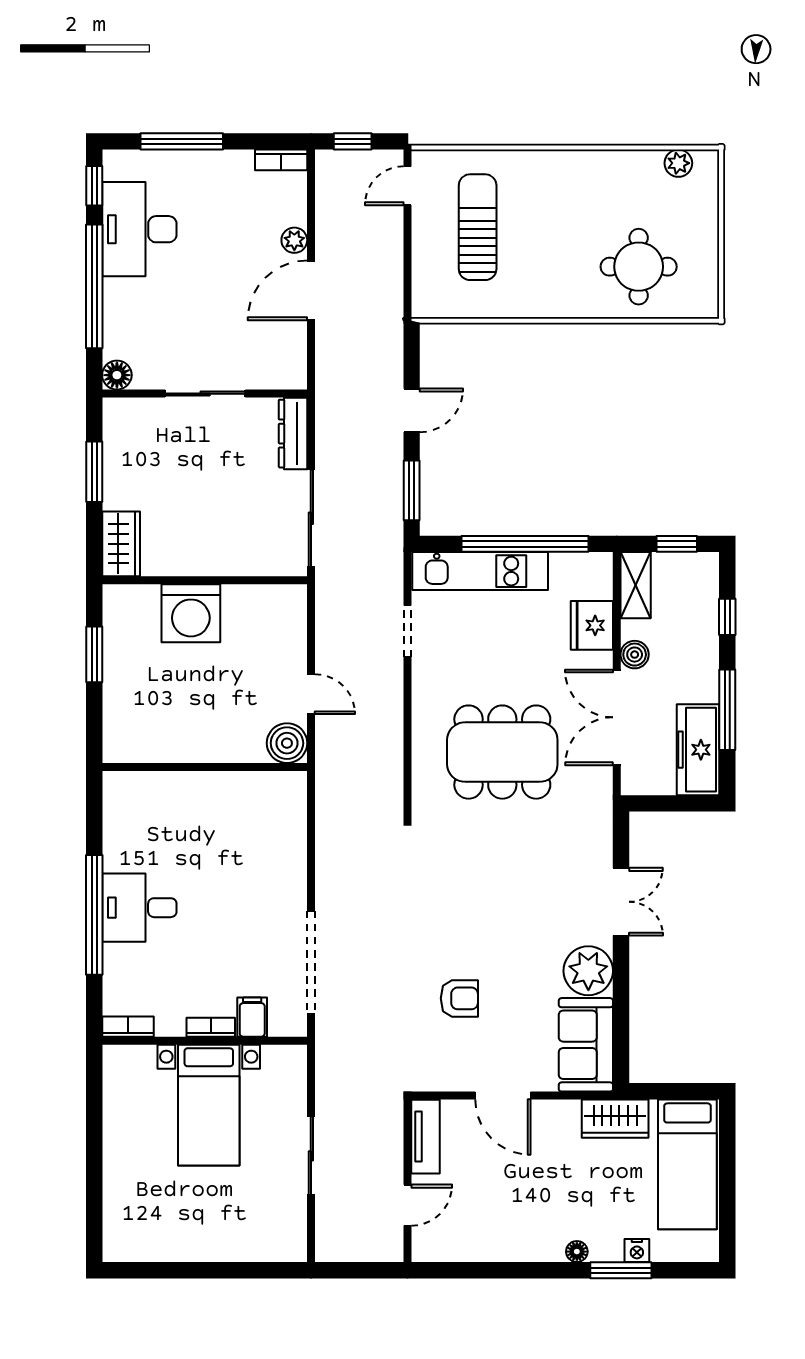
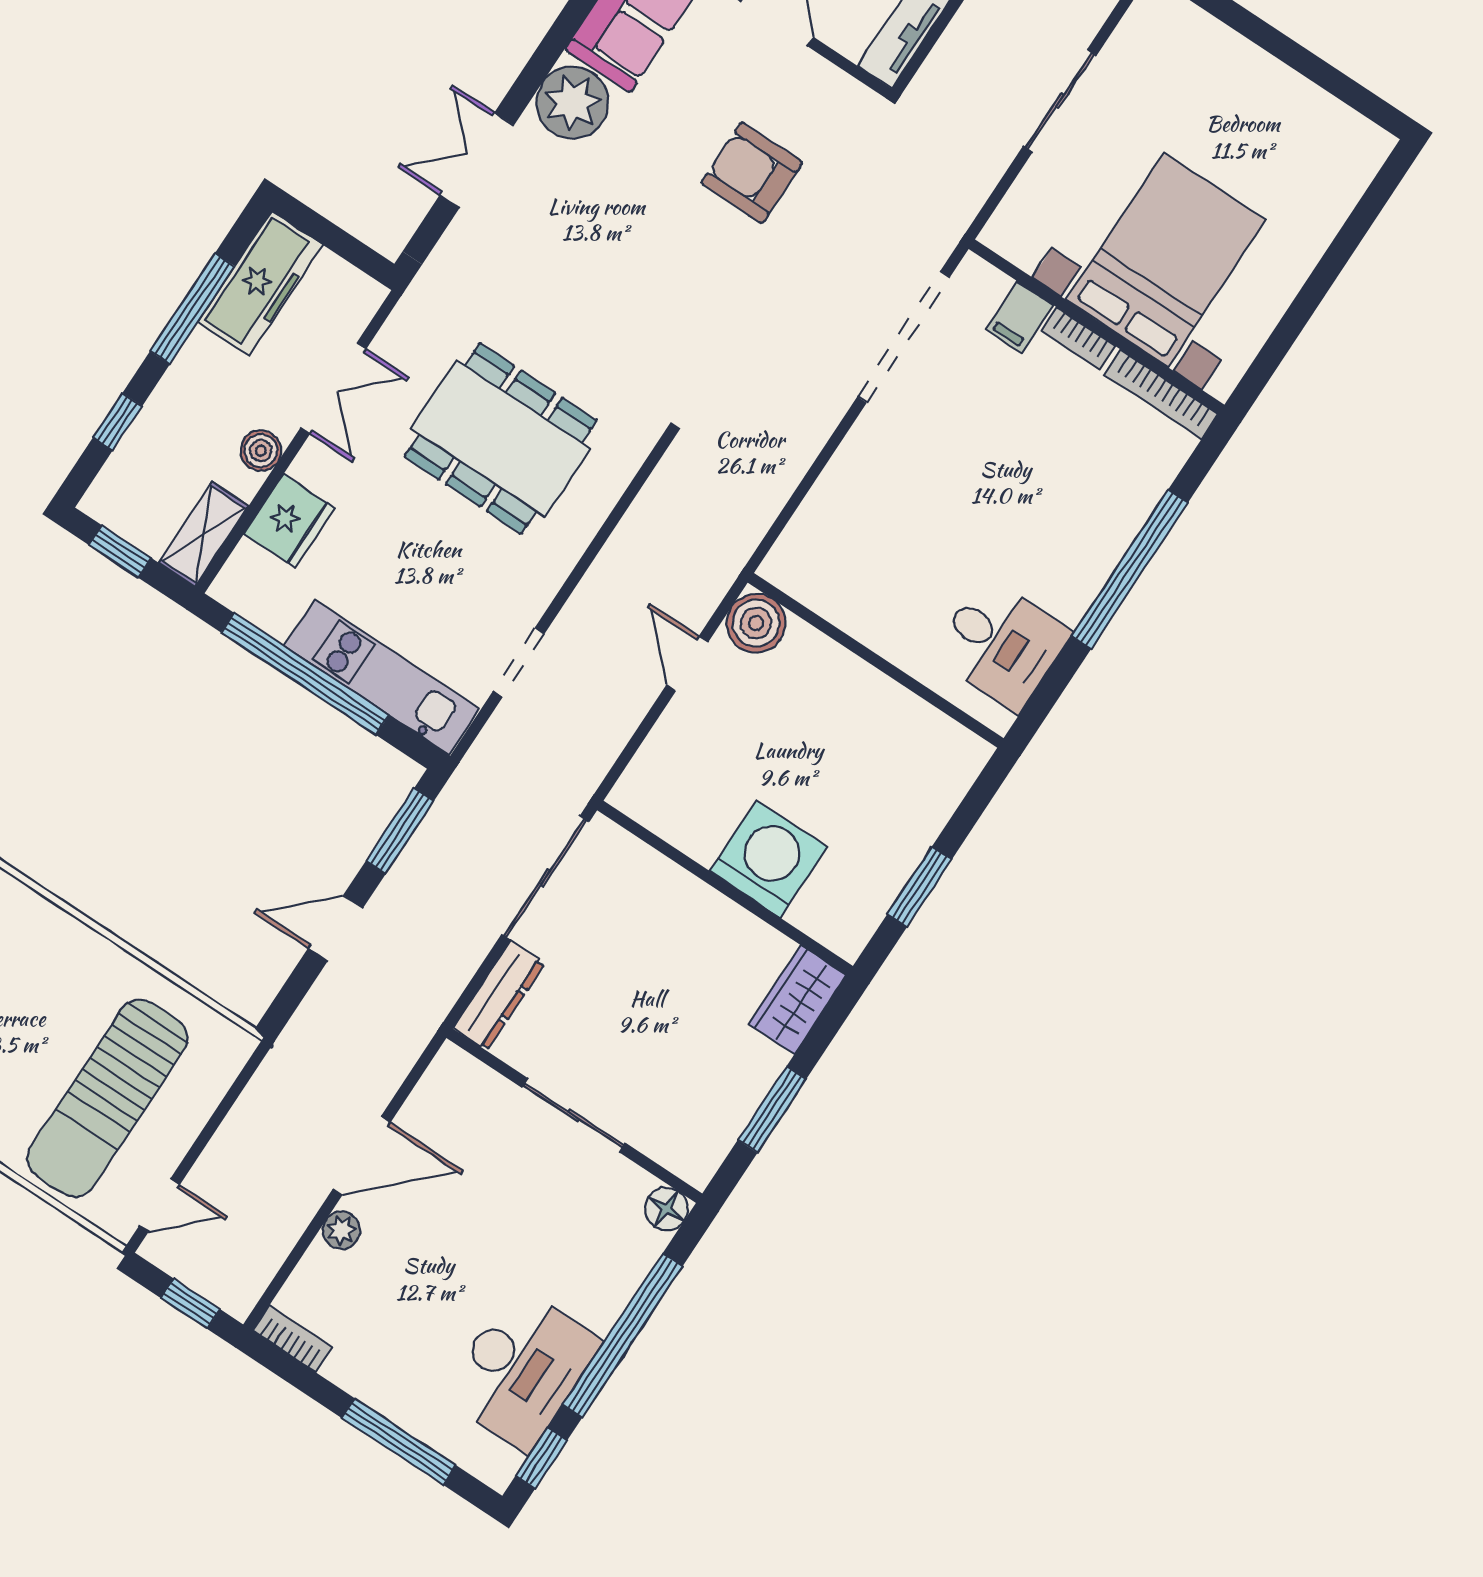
sun lounger: (478, 227) -> (107, 1098), width x1.36, depth x1.34
double door: (617, 717) -> (333, 388), width x0.73
desk: (139, 908) -> (1001, 644), moved
armchair: (459, 998) -> (752, 173), width x1.38, depth x1.38
bookcase: (128, 1027) -> (1161, 394), width x1.56
bed with nightstands: (209, 1105) -> (1166, 260), width x1.36

